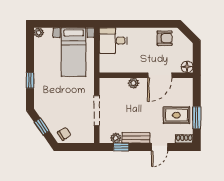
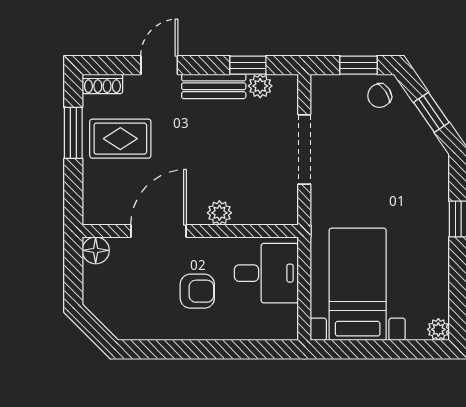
armchair: (165, 38) -> (197, 291), moved, turned 180
desk: (113, 41) -> (266, 273), moved
window: (73, 147) -> (359, 65), added

